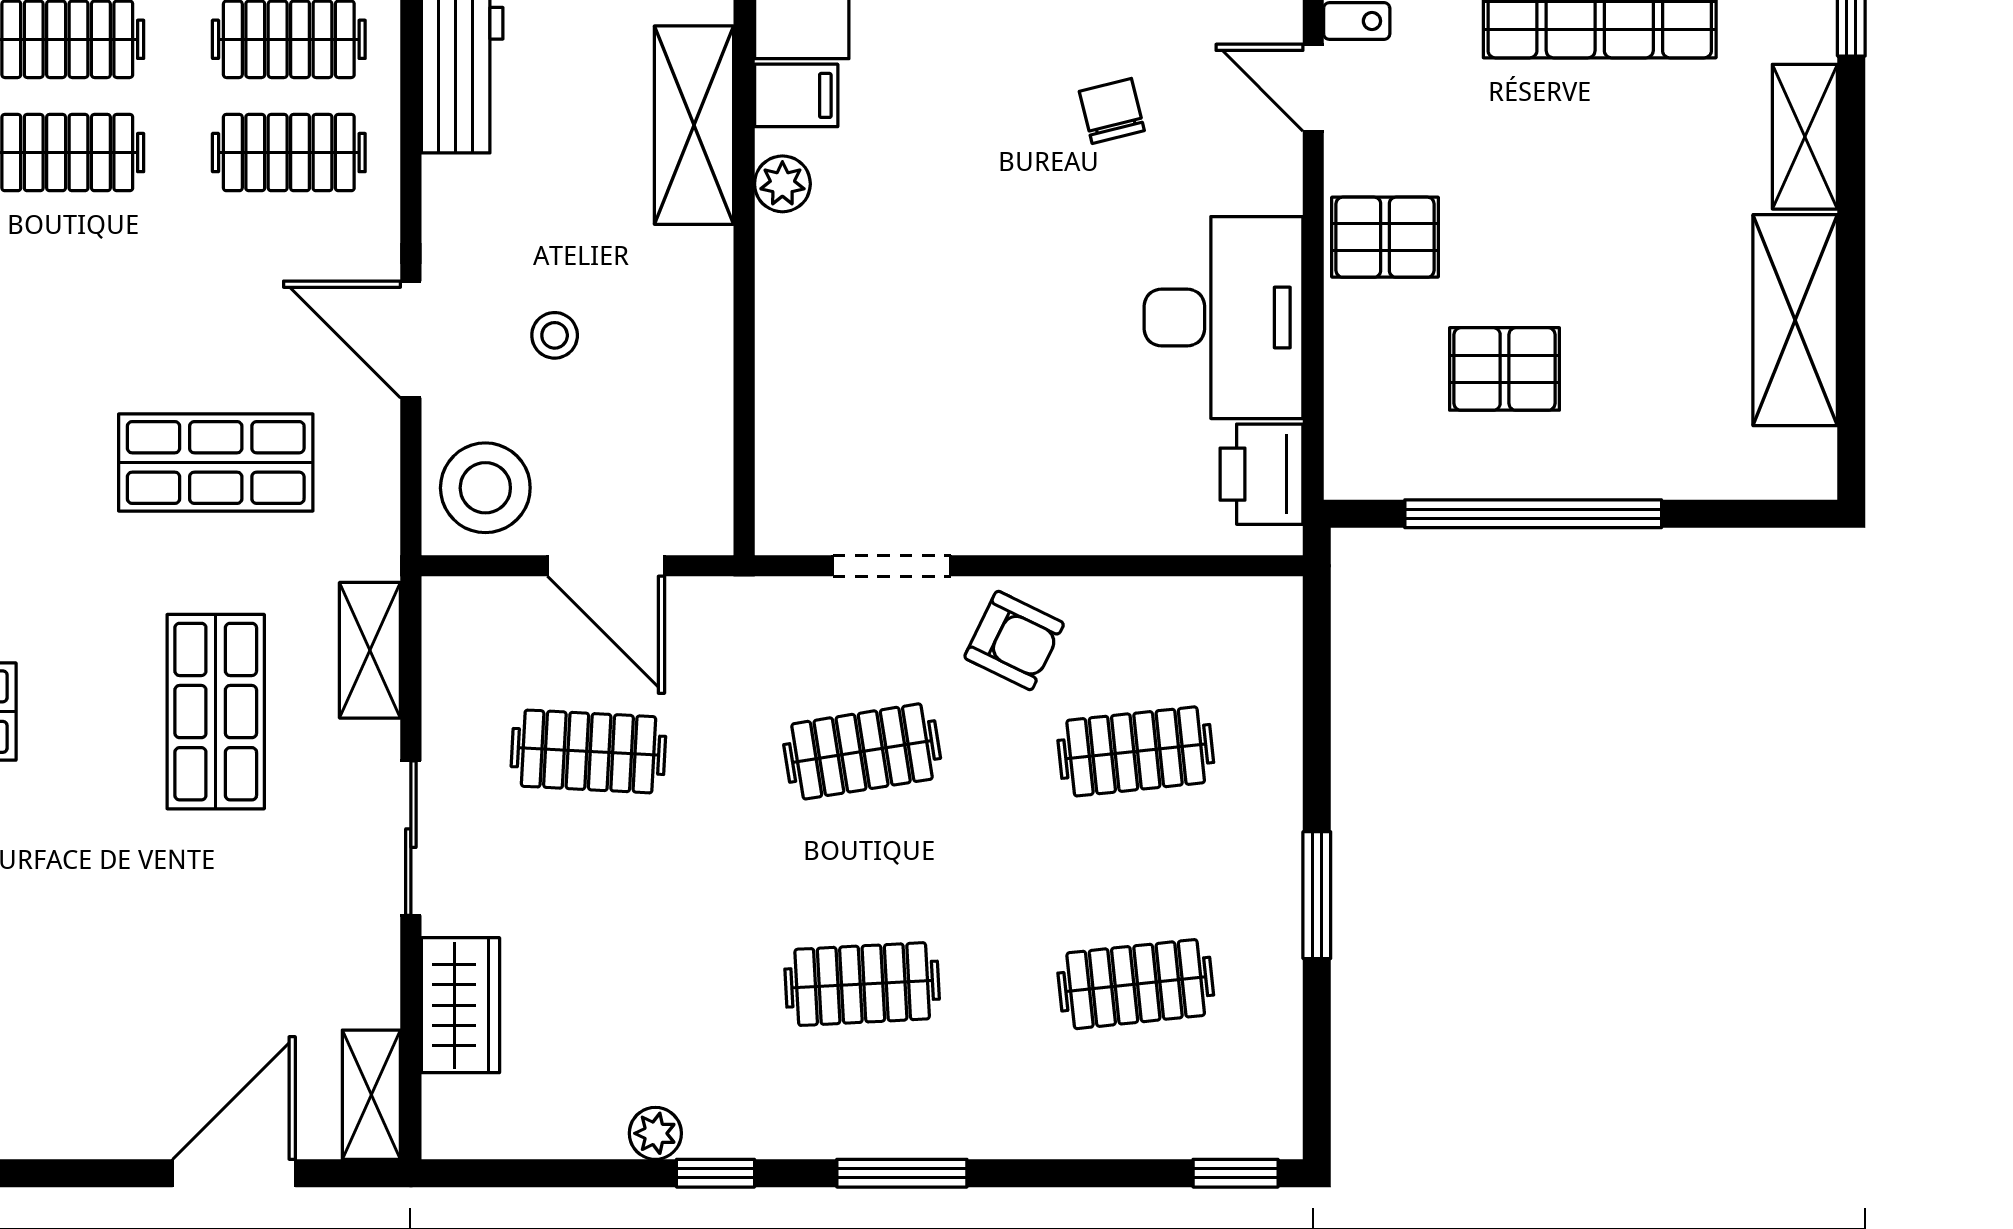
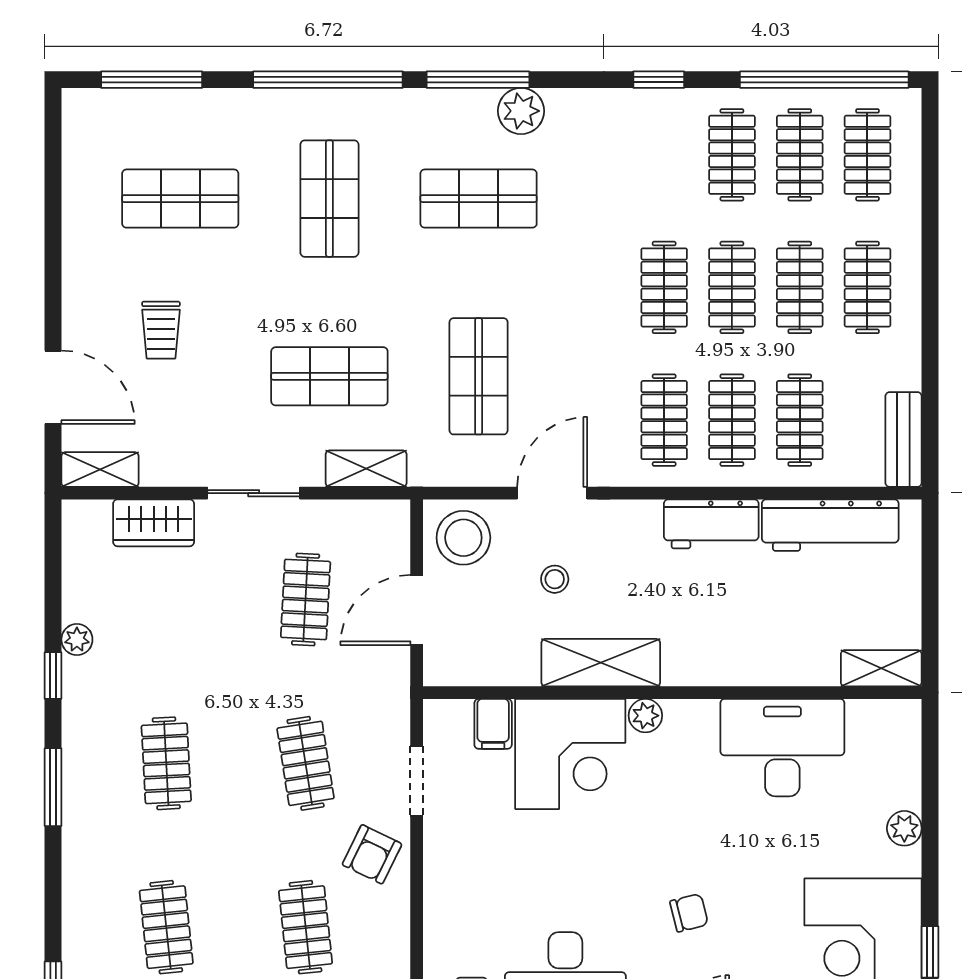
filing cabinet: (796, 95) -> (493, 724), moved
shelving: (694, 125) -> (601, 663), moved
corner desk: (847, 309) -> (570, 754), added
trolley: (139, 993) -> (161, 330), added

